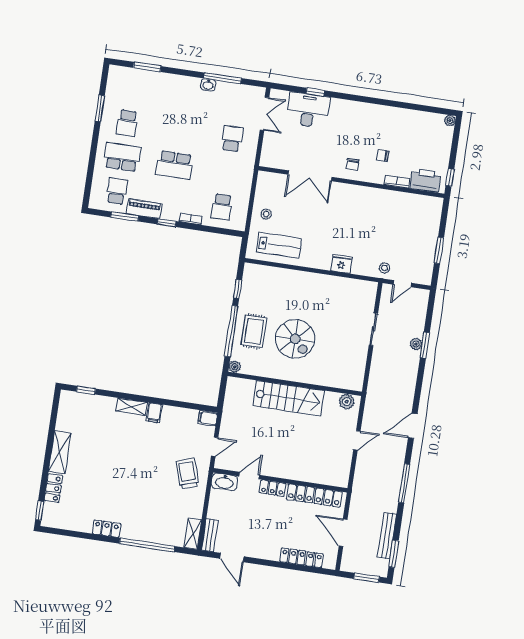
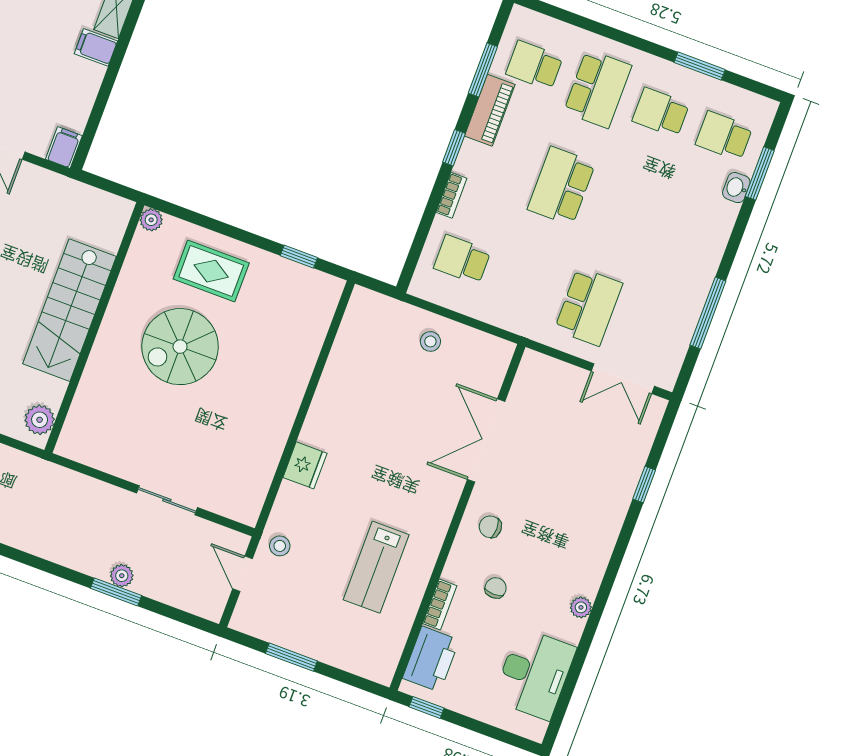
washbasin: (208, 85) -> (736, 188), moved
school desk: (132, 89) -> (724, 136), added
desk: (308, 110) -> (534, 674), moved
plant: (450, 121) -> (581, 607), moved
school desk: (232, 139) -> (589, 307), width x1.85
school desk: (117, 191) -> (534, 65), turned 180
lab bench: (279, 245) -> (376, 567), moved
window: (231, 331) -> (221, 228), removed

